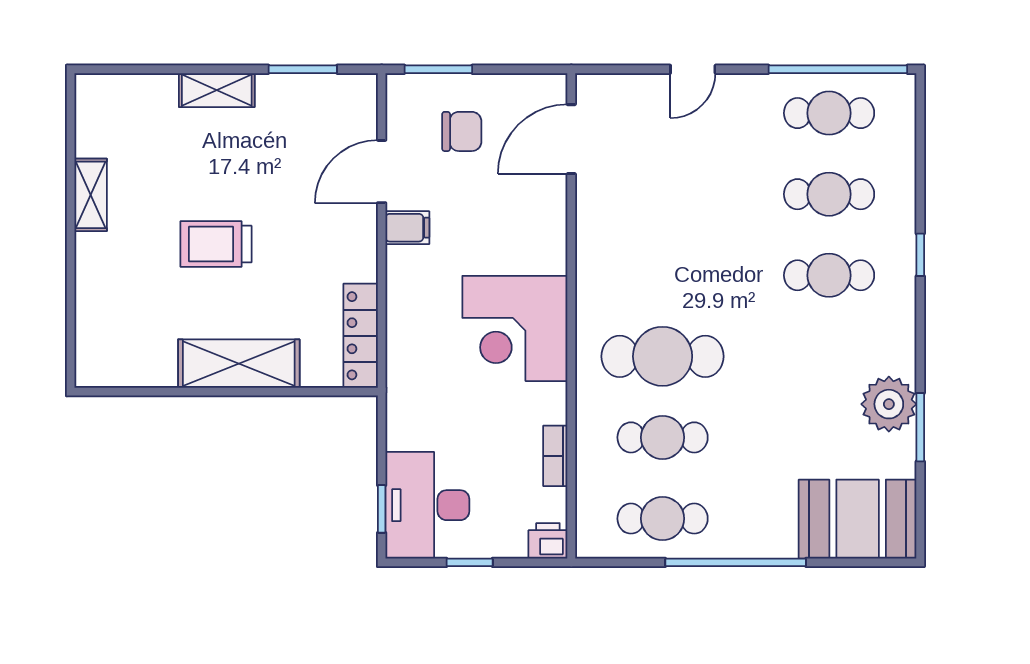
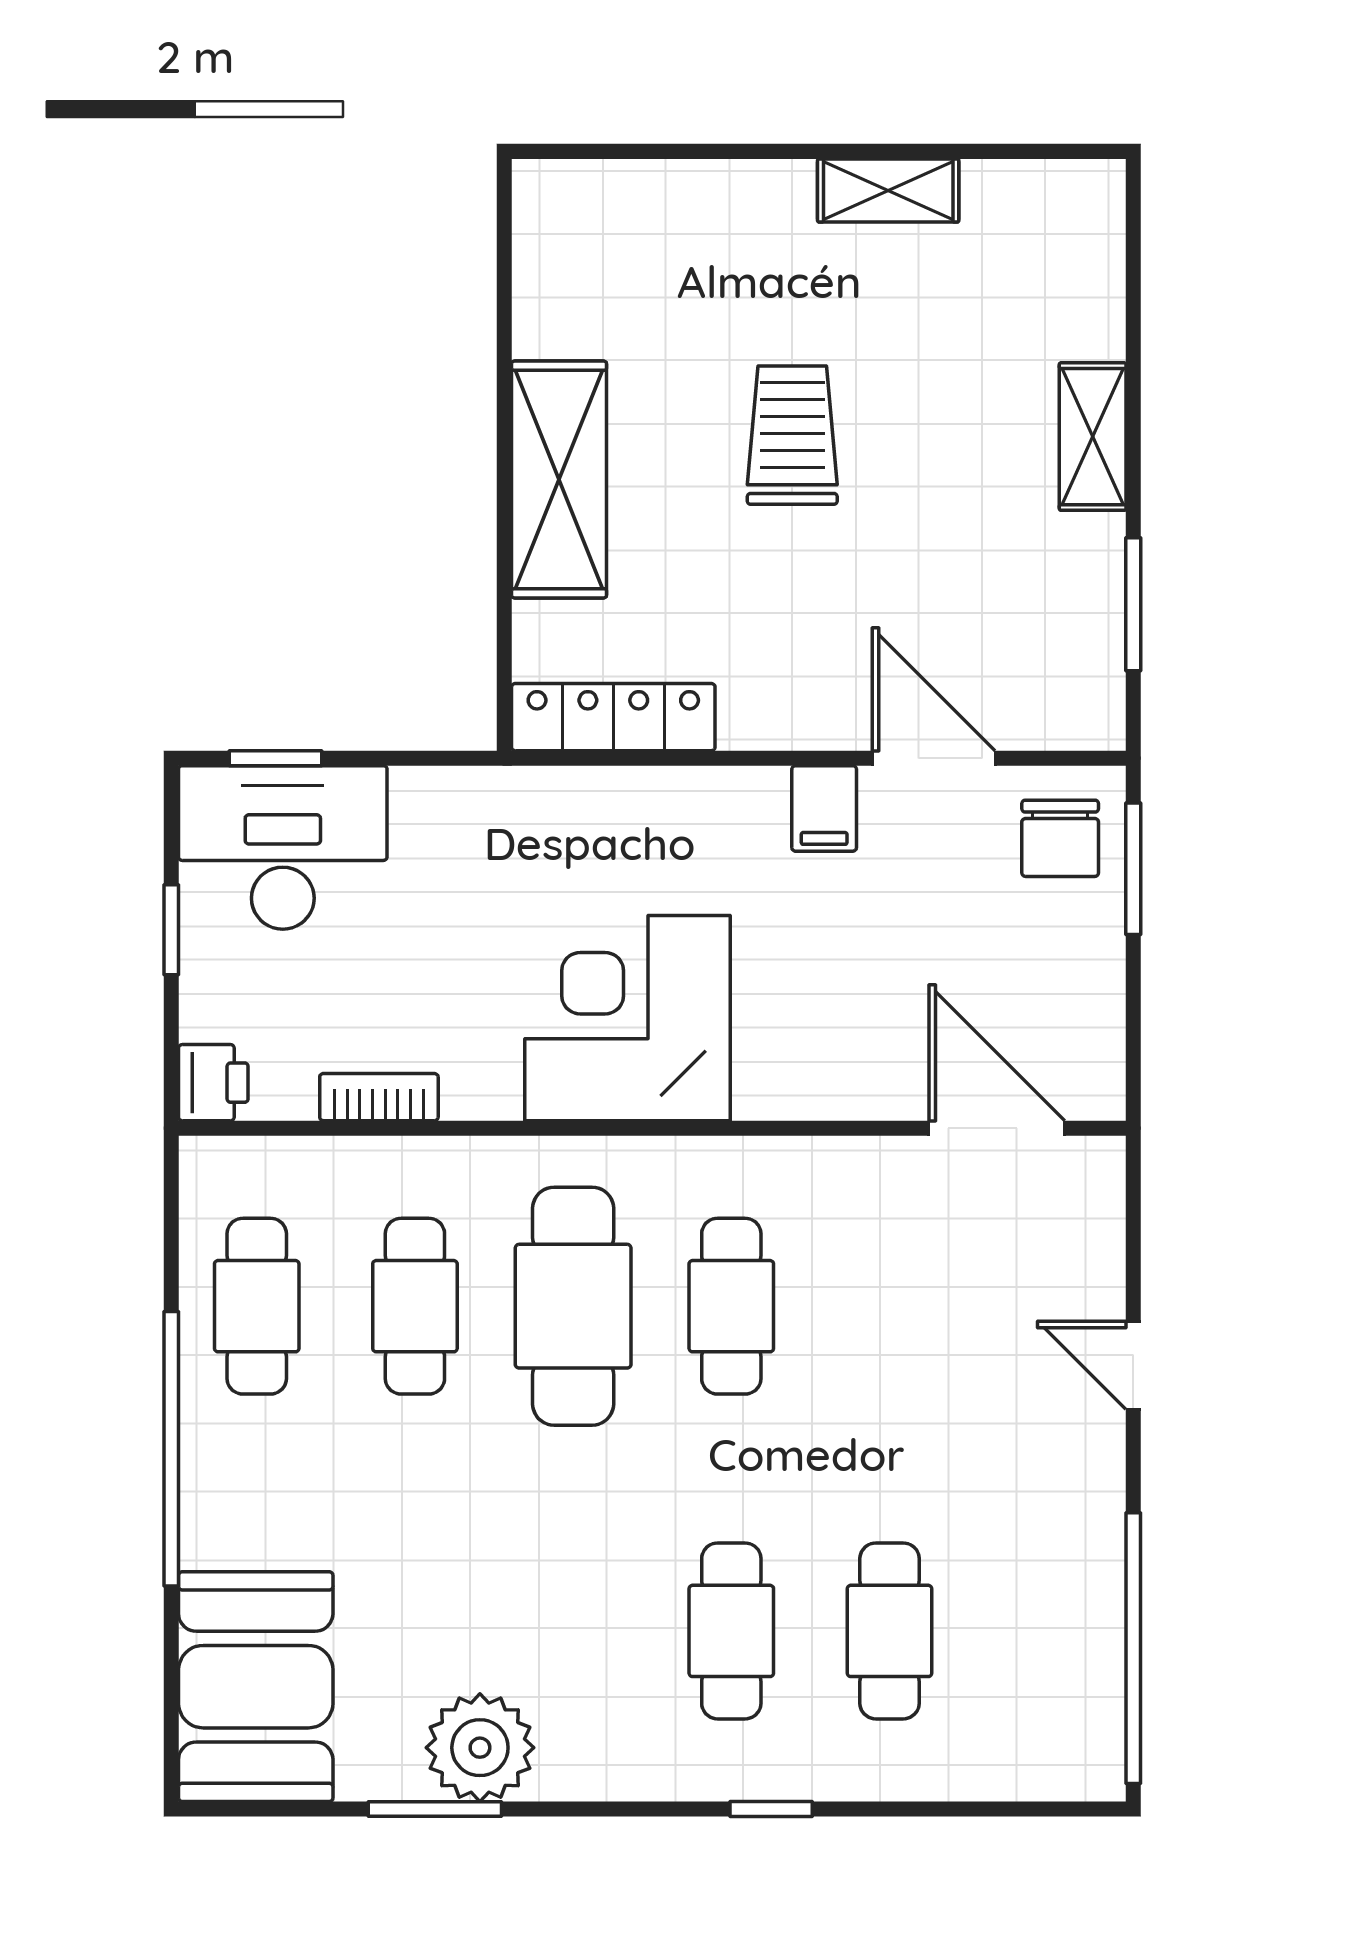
cafe table: (829, 113) -> (731, 1306), moved
chair: (462, 131) -> (1060, 838), moved

